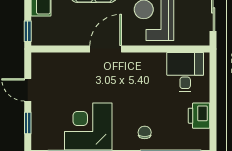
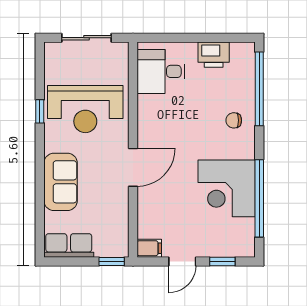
door: (106, 49) -> (133, 167), swing flipped
filing cabinet: (39, 62) -> (149, 248), added

